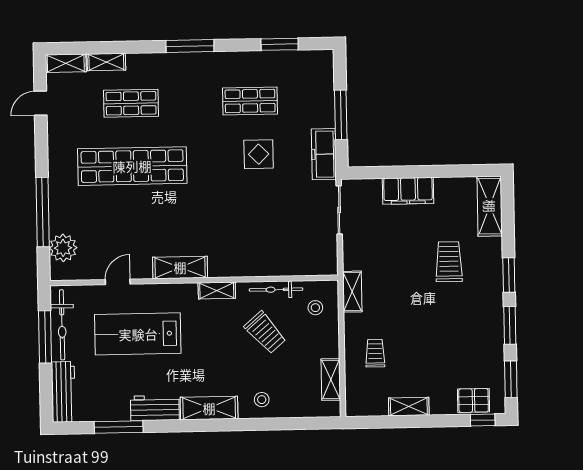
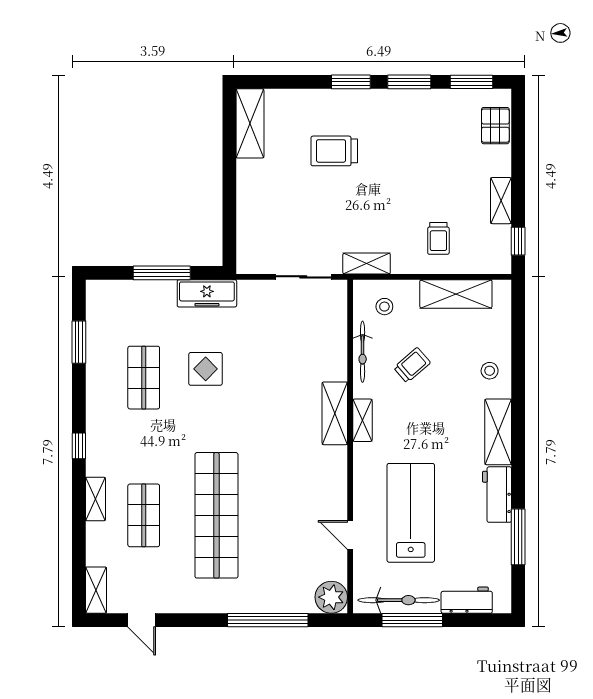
window: (190, 46) -> (79, 446), width x0.46
shelving: (106, 62) -> (95, 499), moved
filing cabinet: (408, 191) -> (251, 197), removed
shelving: (490, 206) -> (250, 123), moved, turned 90
sliding door: (339, 210) -> (303, 277), moved
plant: (63, 248) -> (331, 597), moved
shelving: (180, 267) -> (335, 413), moved
trolley: (265, 332) -> (412, 365), width x0.73, depth x0.72
lab bench: (138, 334) -> (411, 513), turned 180
trolley: (375, 353) -> (438, 238), turned -90
shelving: (331, 380) -> (456, 294), width x1.50, depth x1.33
workbench: (63, 392) -> (467, 600), width x0.73
window: (483, 420) -> (518, 241), moved

